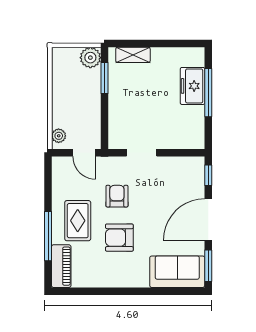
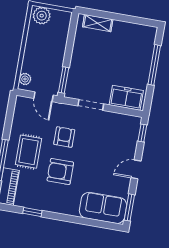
plant: (90, 58) -> (42, 16), moved
window: (104, 78) -> (64, 80), moved
freezer: (192, 86) -> (126, 98), moved, turned 90
door: (208, 219) -> (136, 169), width x0.53
window: (95, 291) -> (32, 212), added

